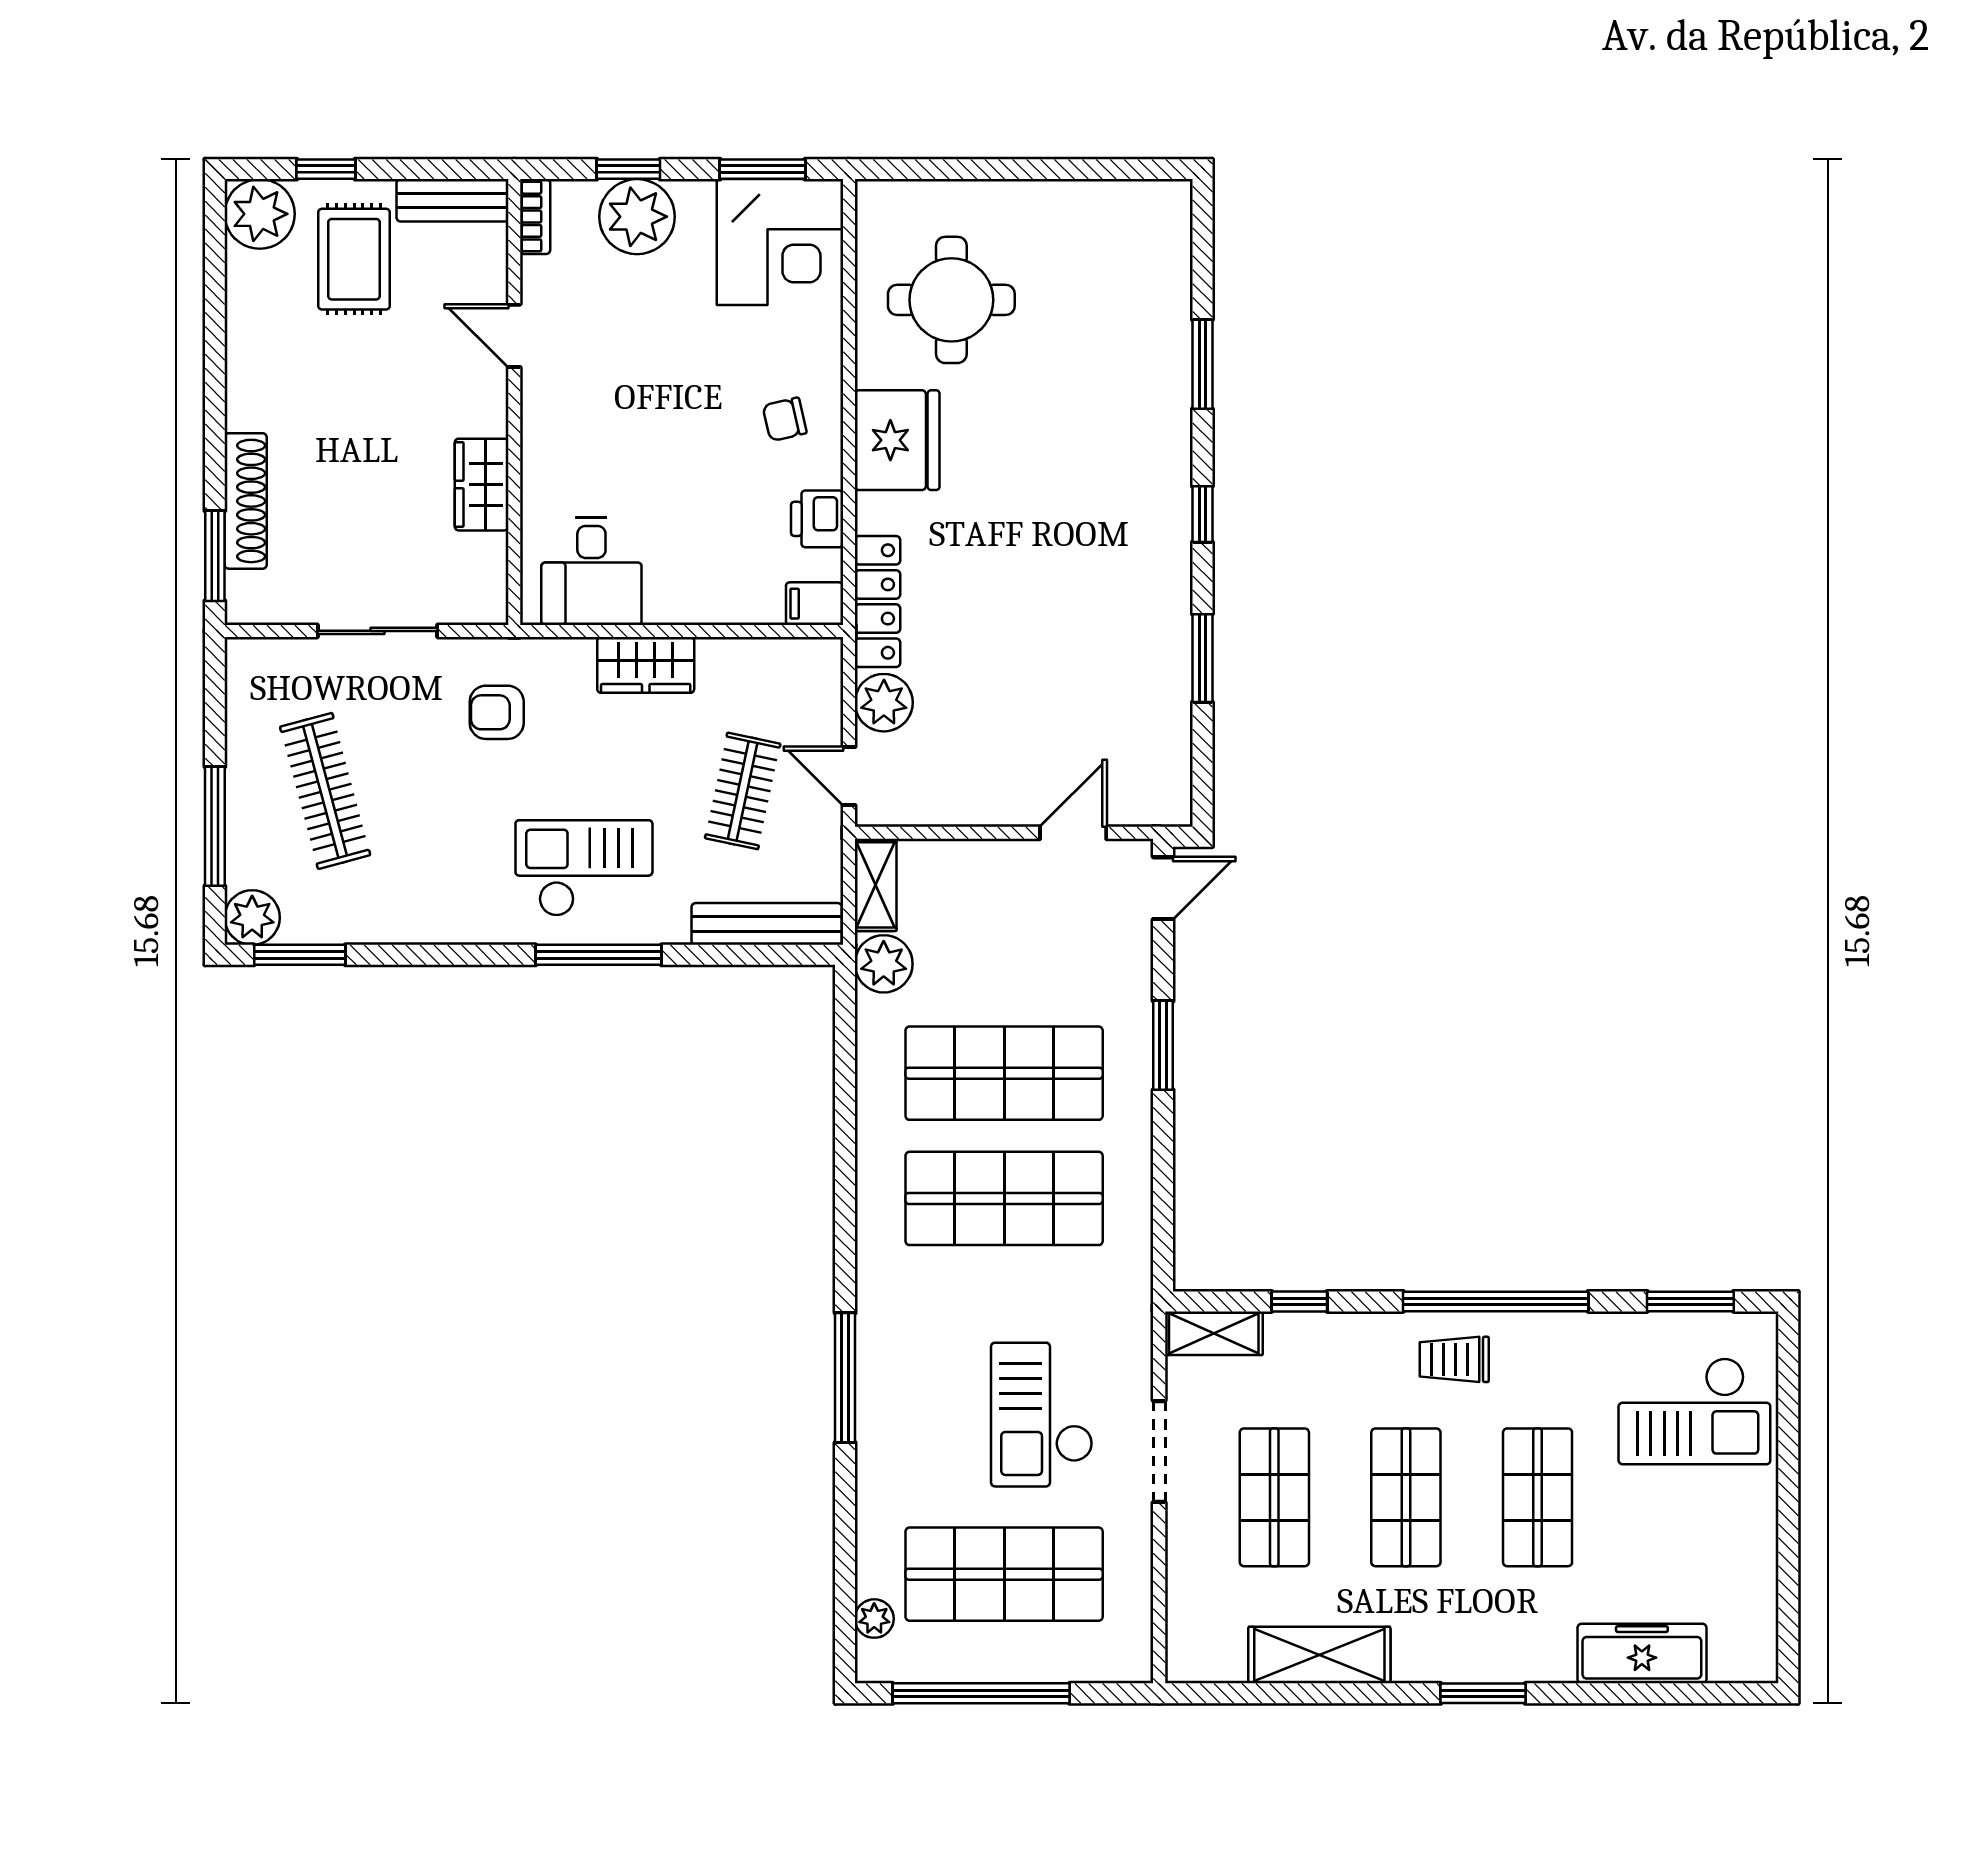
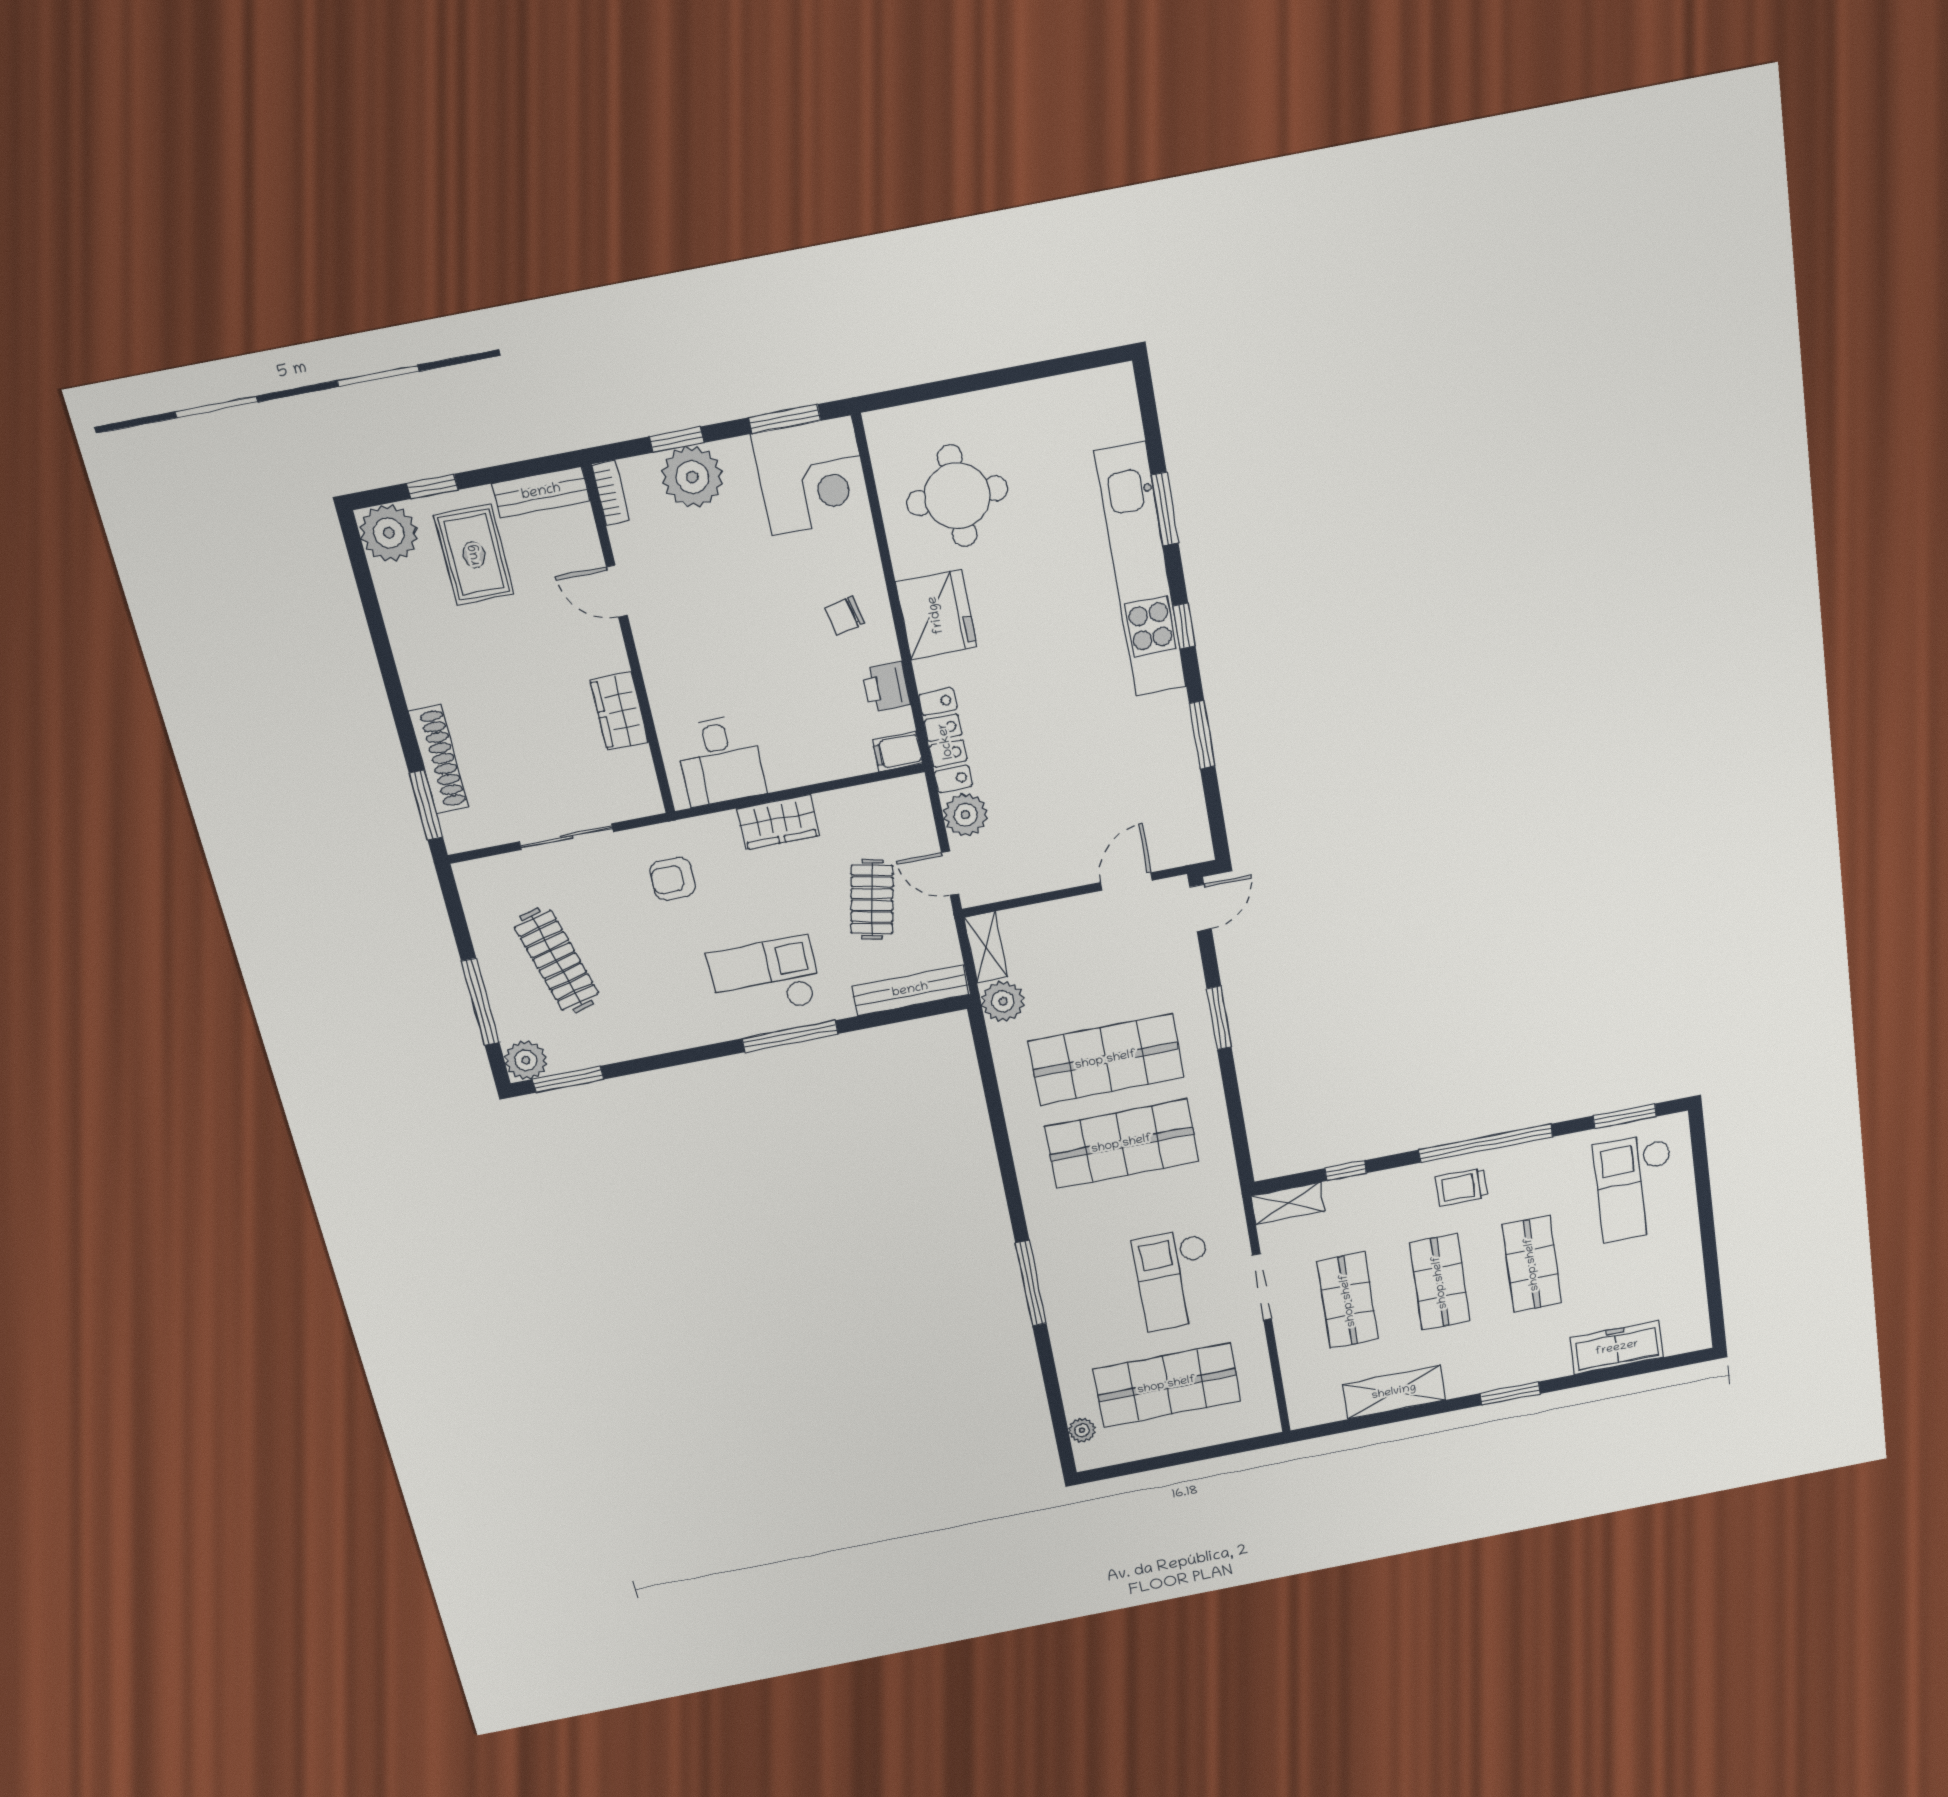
kitchen unit: (1160, 434) -> (1141, 570), added
checkout: (1694, 1411) -> (1636, 1187), turned 90
window: (981, 1693) -> (1165, 1461), removed

